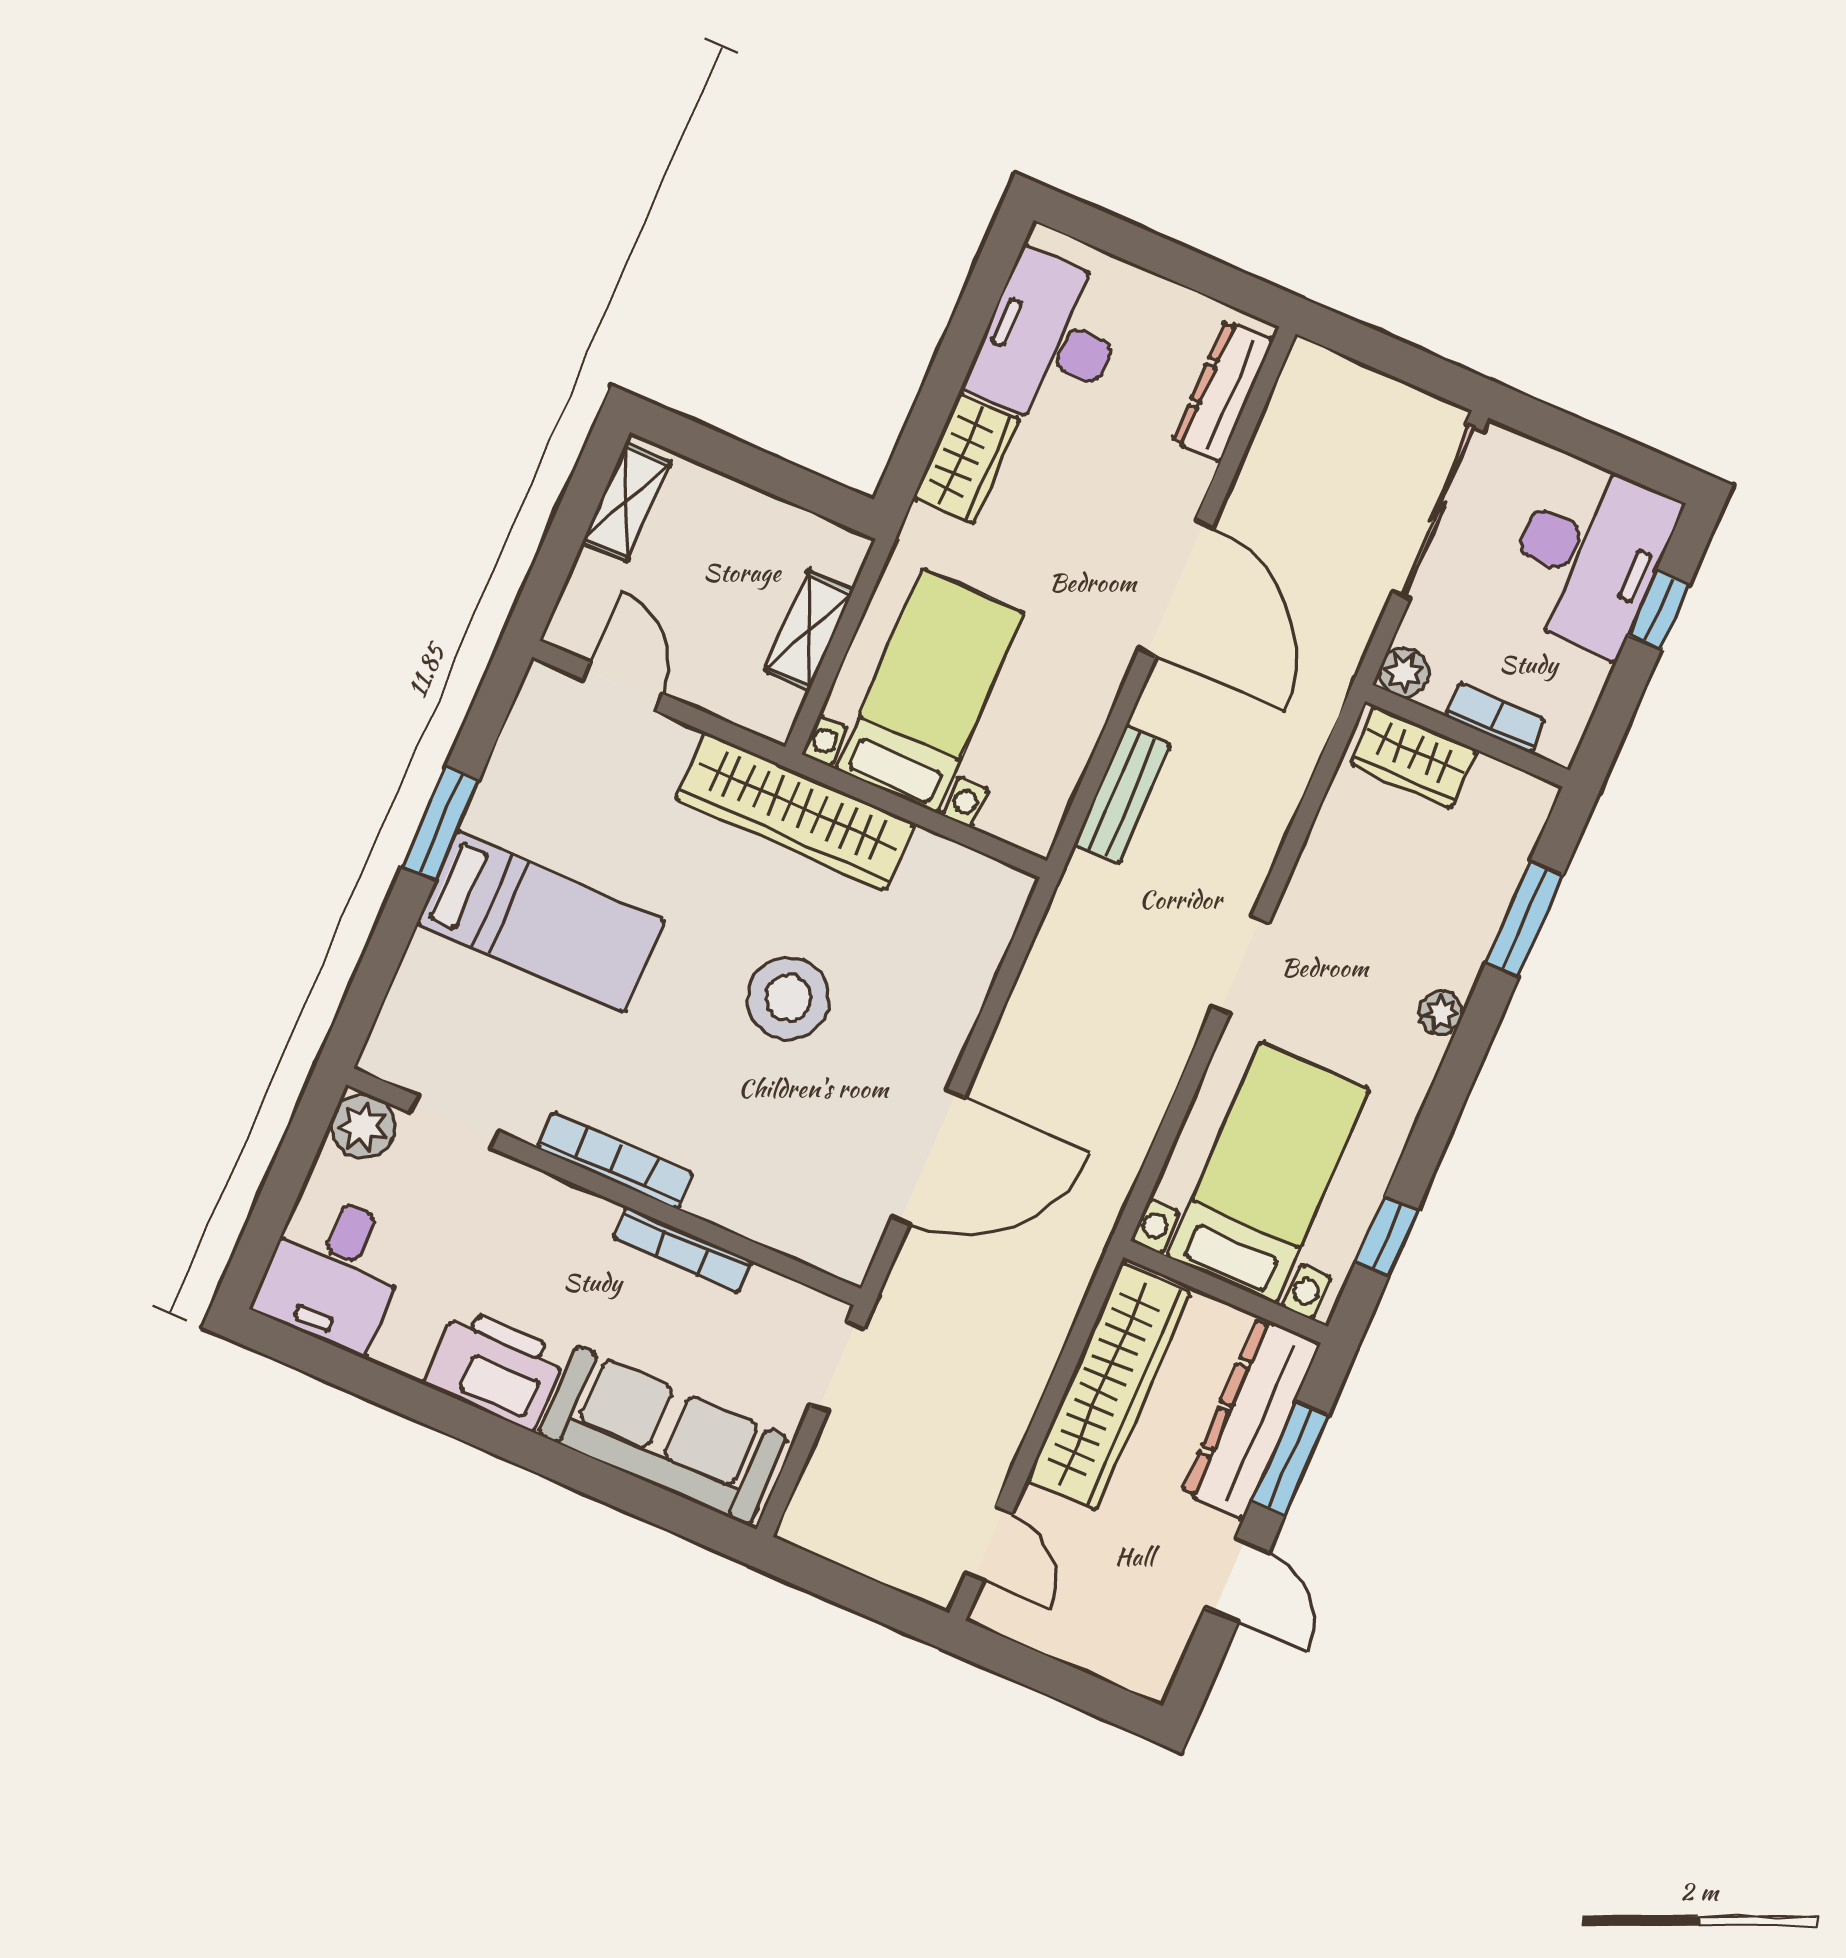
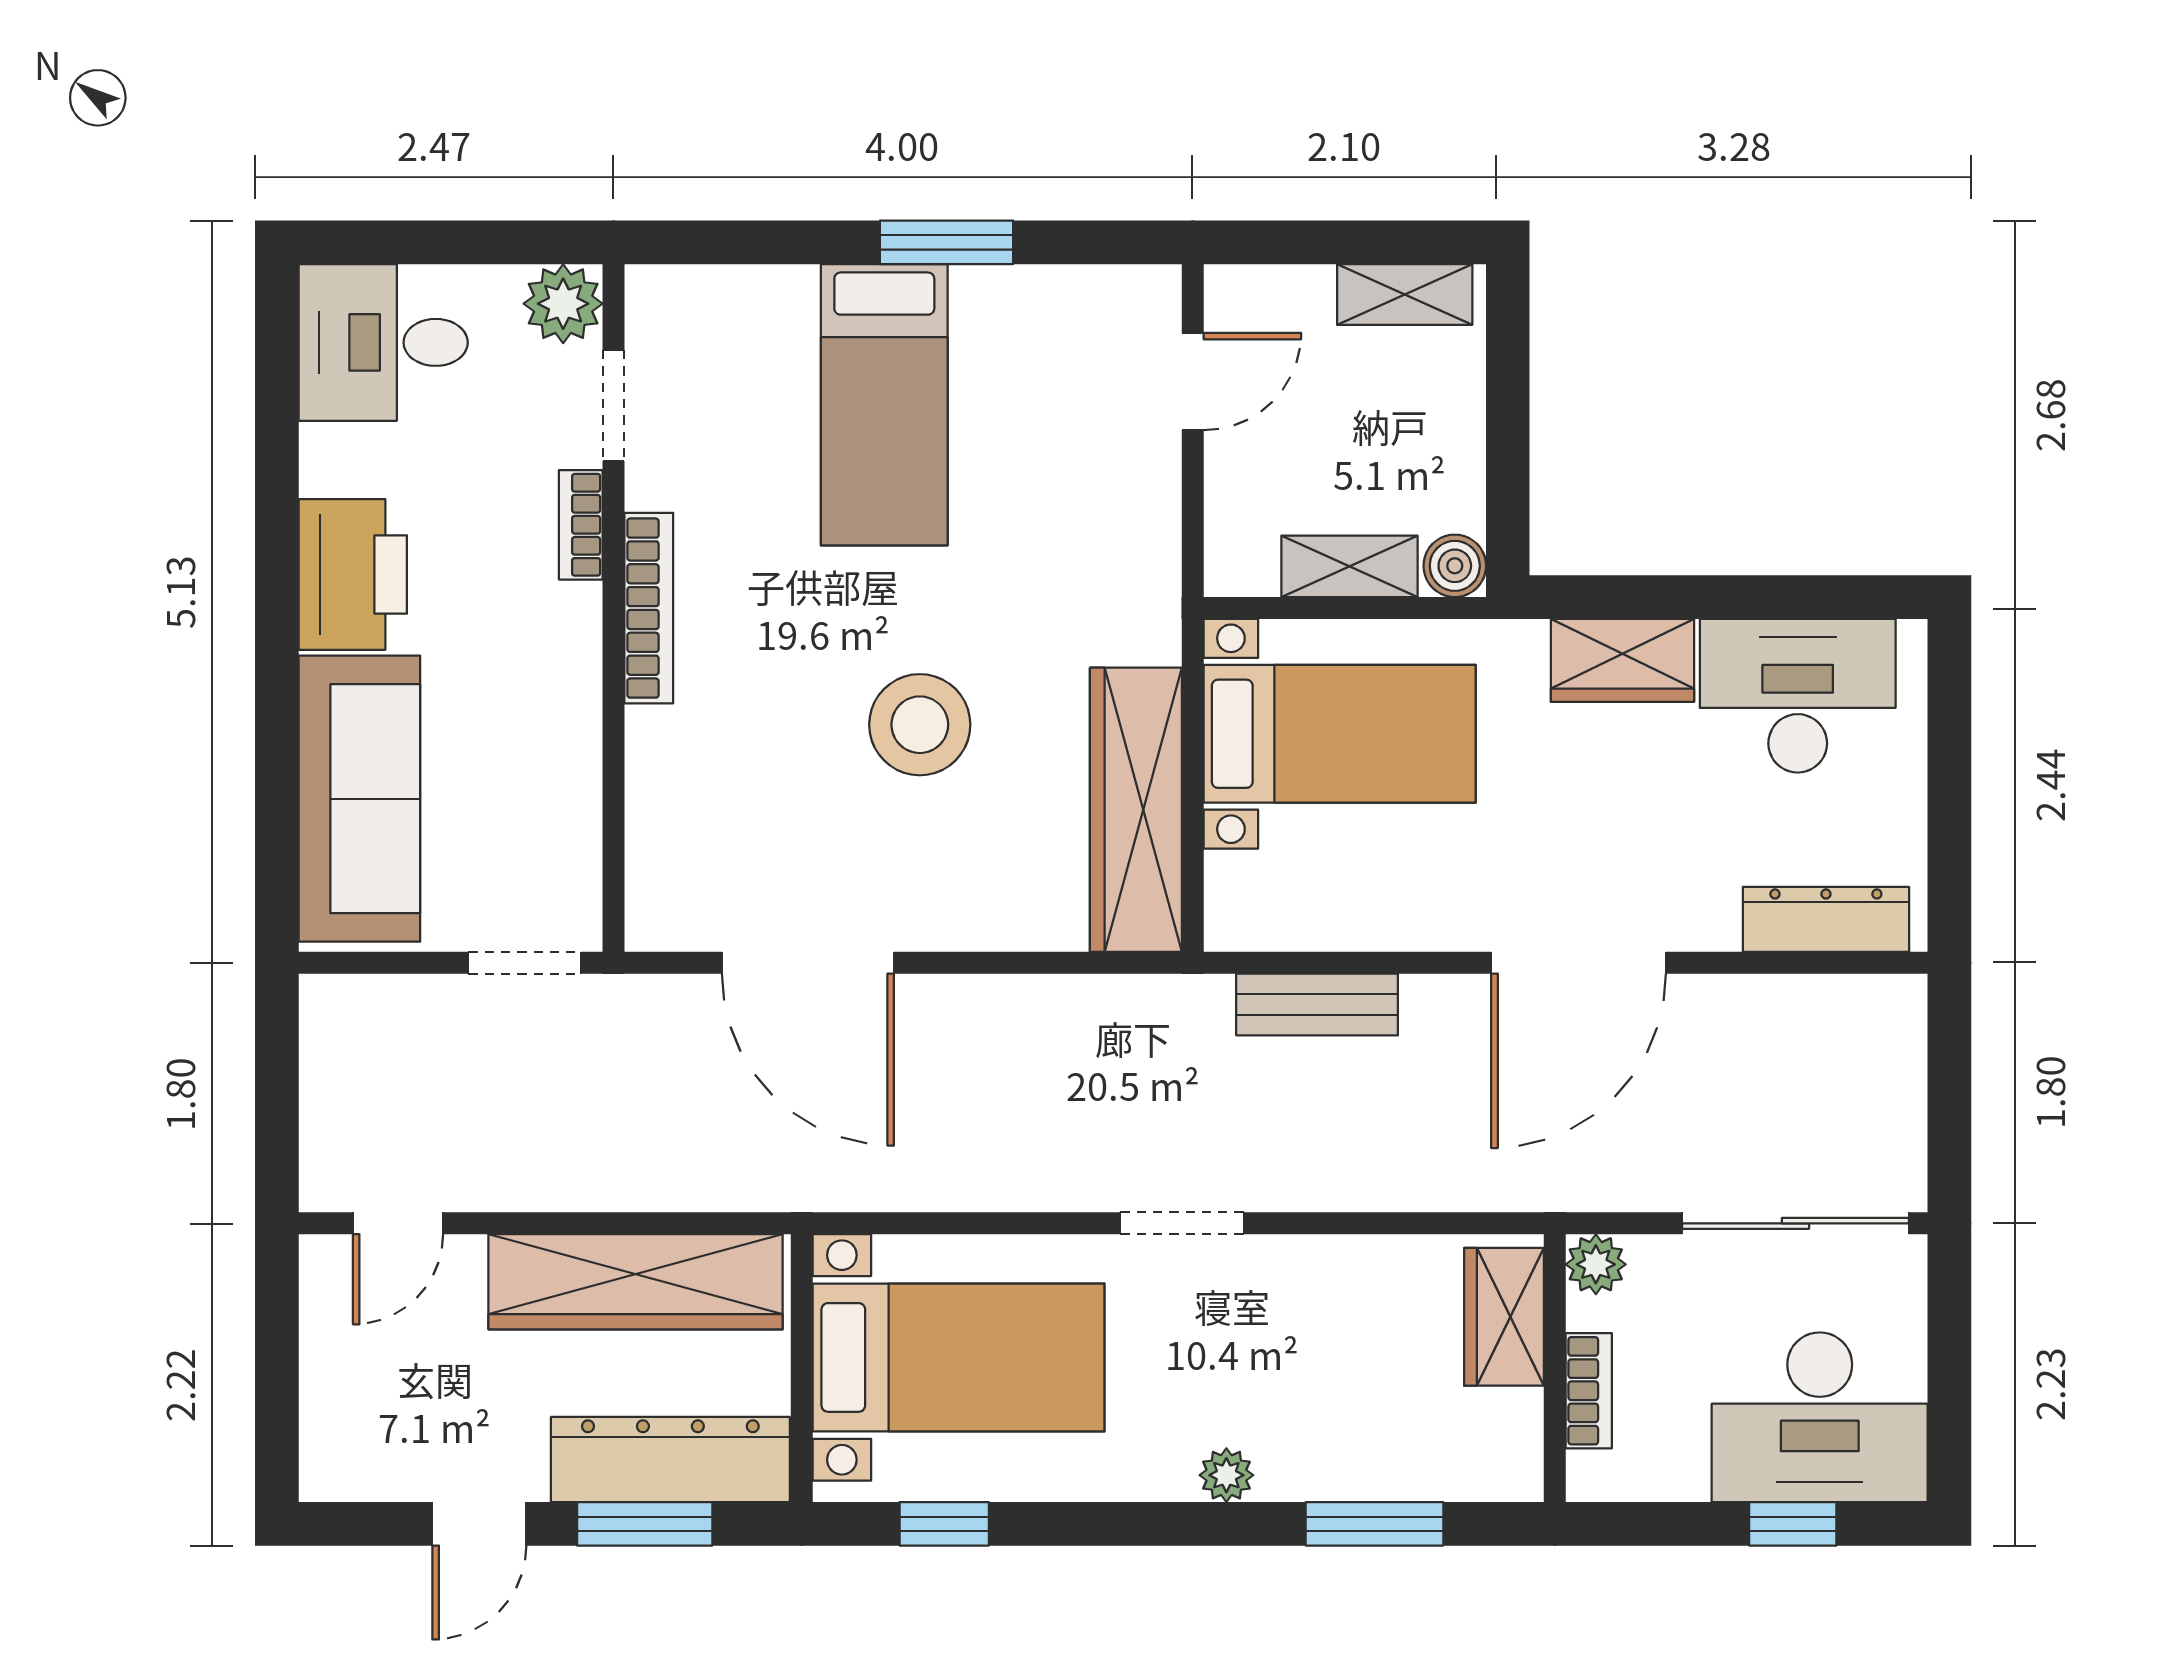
boiler: (843, 552) -> (1455, 566), added
wardrobe: (795, 811) -> (1136, 810), moved
bookcase: (683, 1250) -> (581, 525), moved, width x0.64

